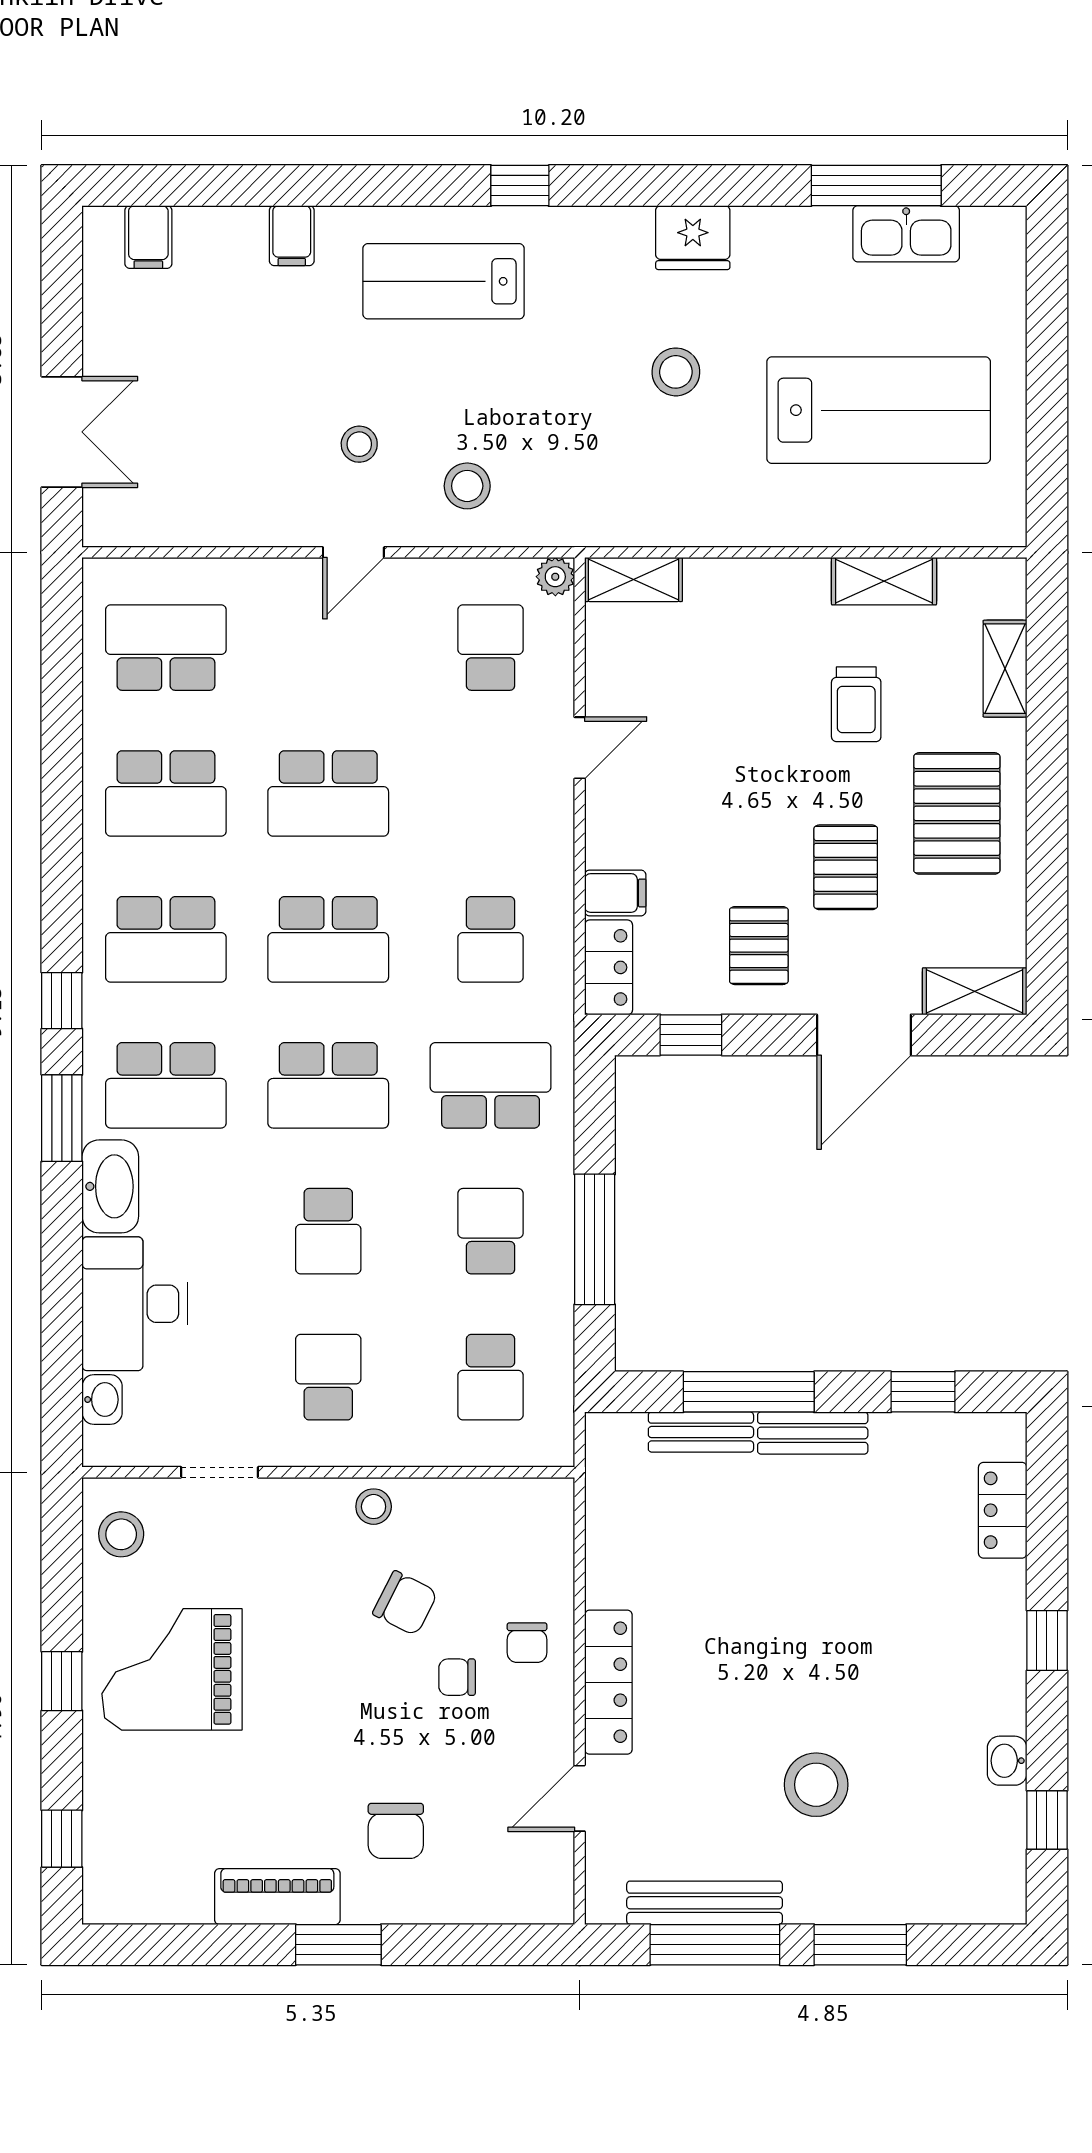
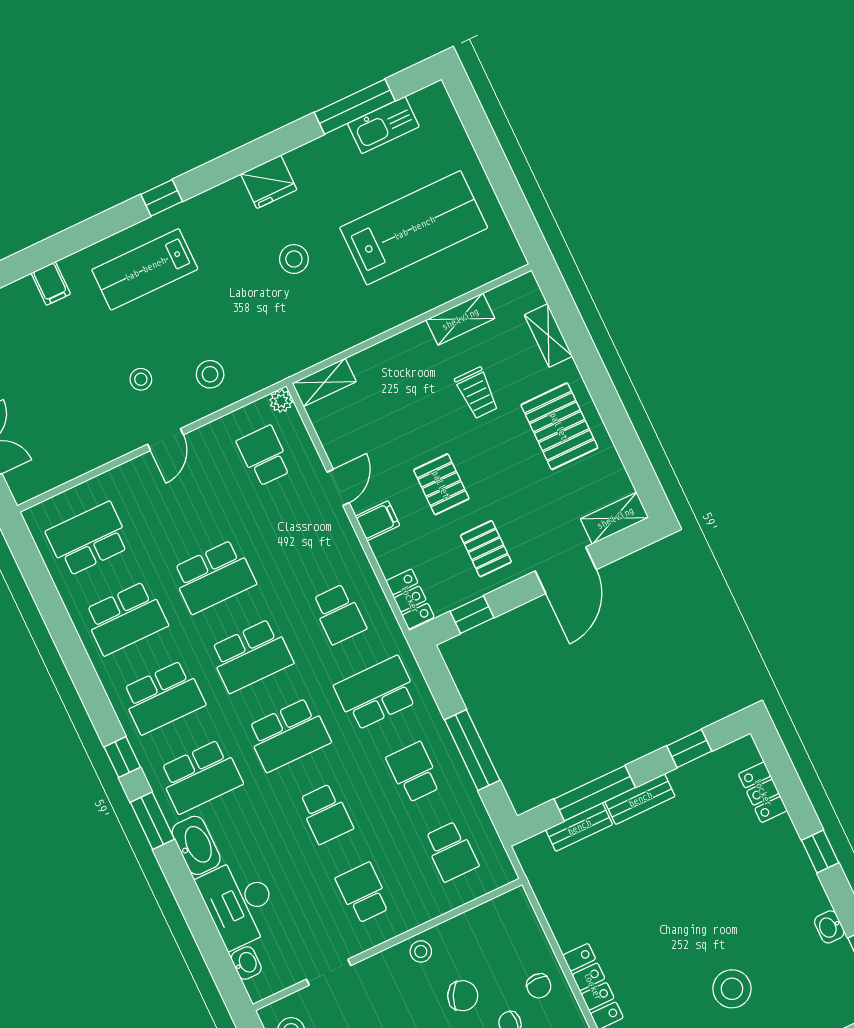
pallet: (846, 867) -> (441, 484), moved
filing cabinet: (615, 893) -> (377, 521), moved

